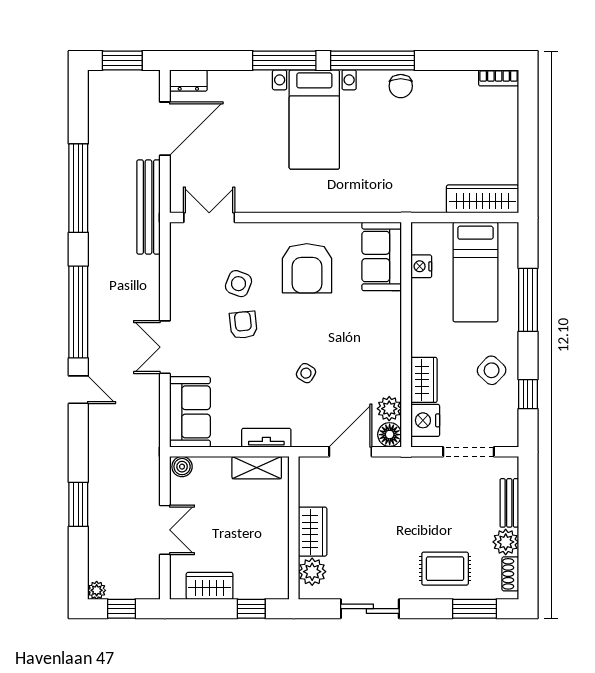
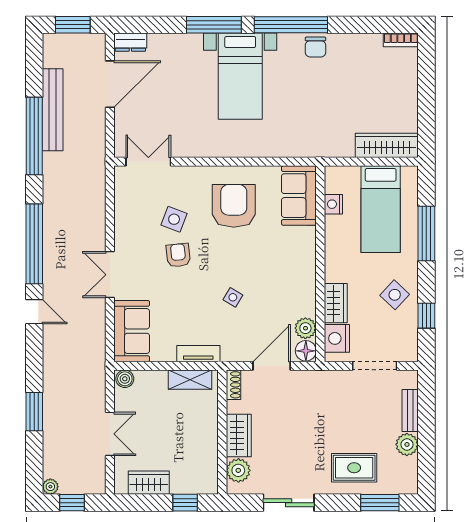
bench: (148, 207) -> (53, 110), moved
armchair: (307, 268) -> (234, 206), turned 180
shoe rack: (510, 574) -> (233, 385), moved, turned 180

